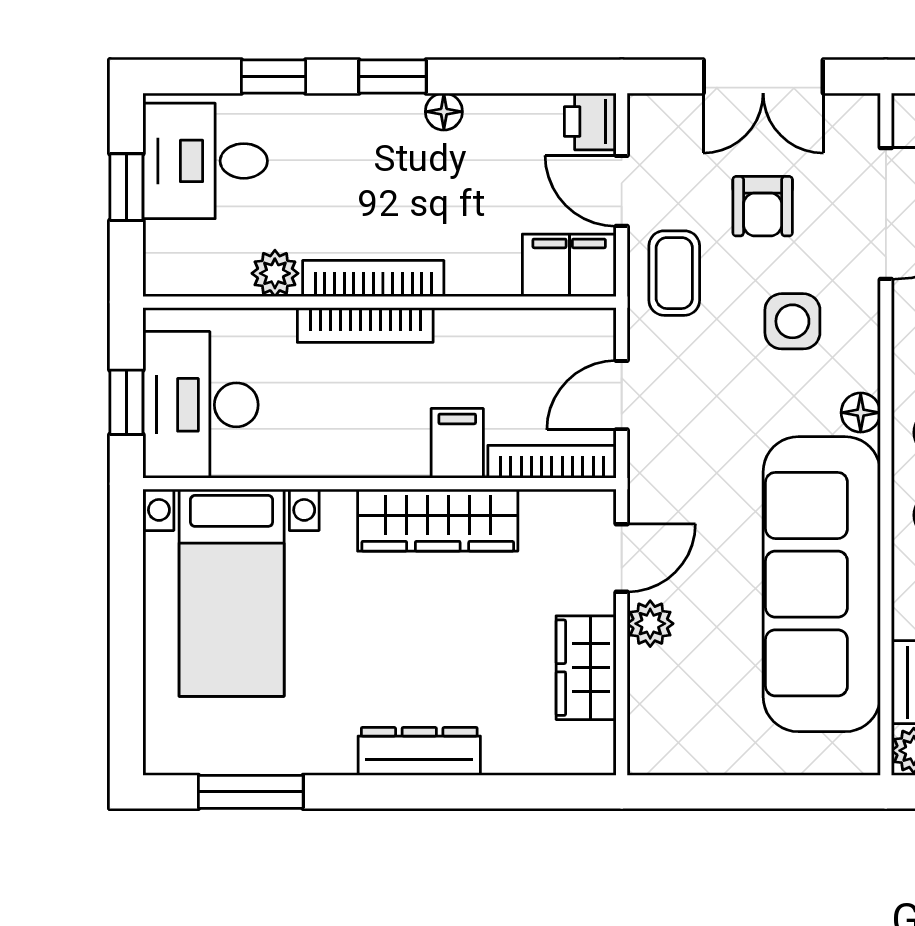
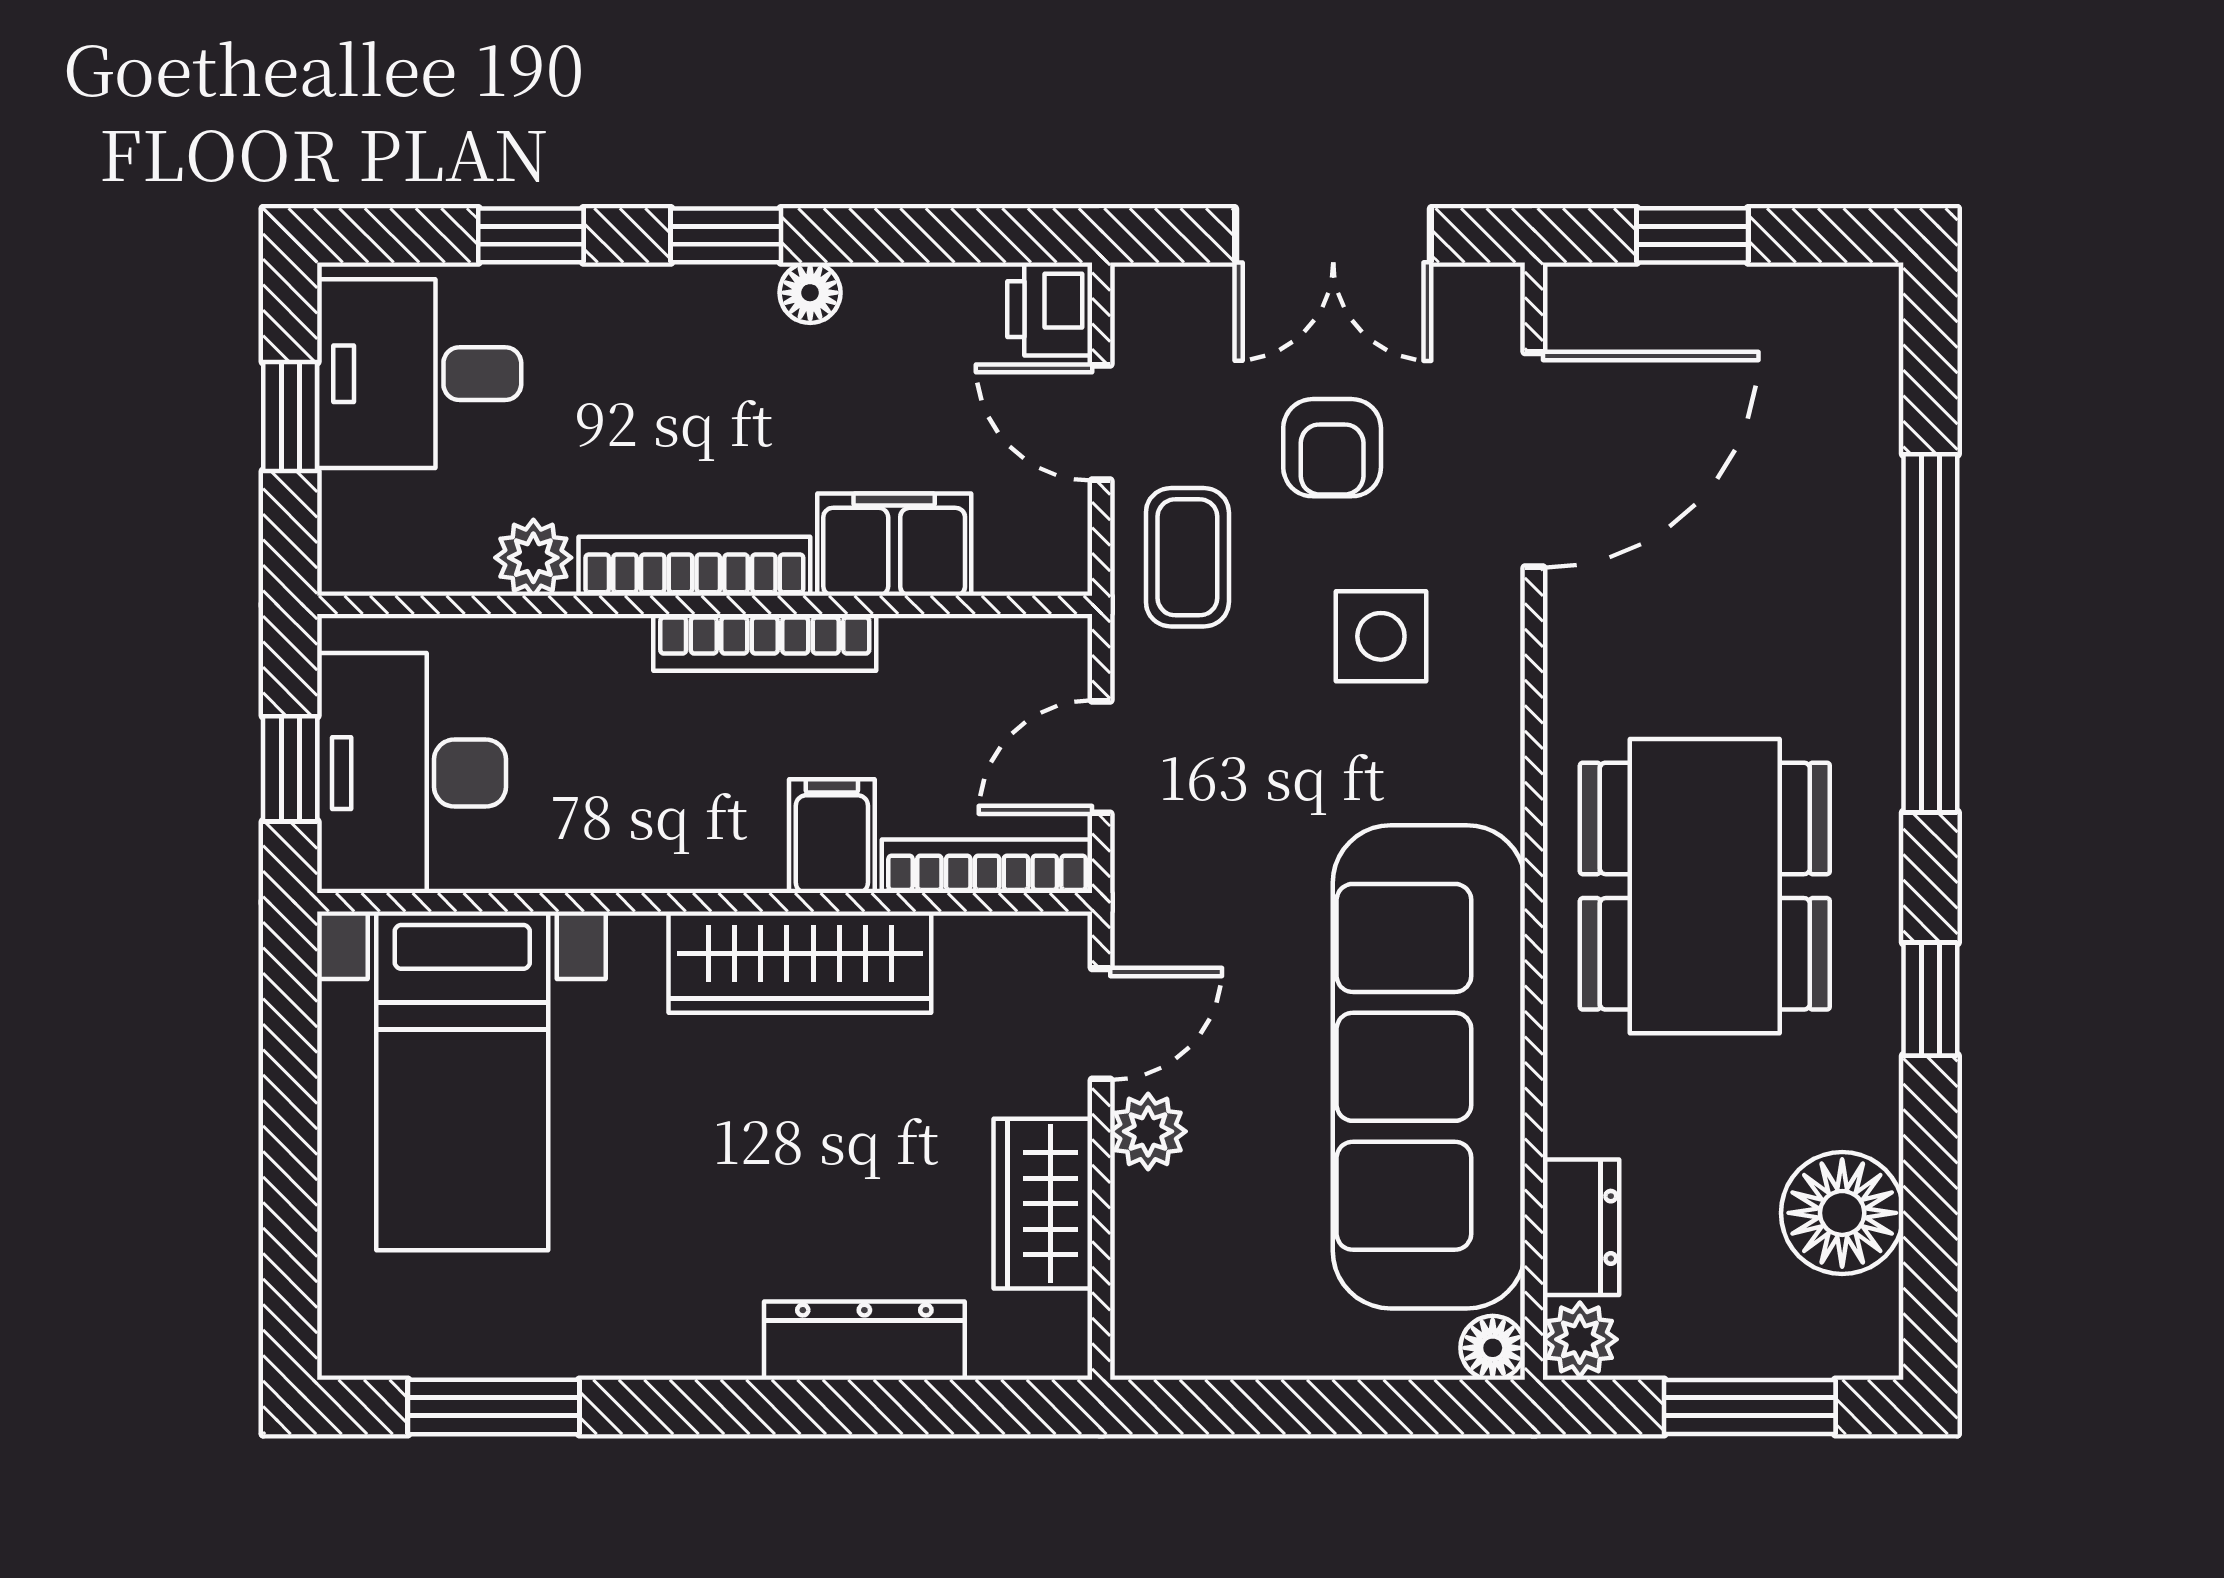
filing cabinet: (569, 265) -> (894, 545), moved
bookcase: (365, 325) -> (765, 642), moved
floor lamp: (861, 413) -> (1493, 1348), moved
dresser: (419, 751) -> (864, 1341), moved

